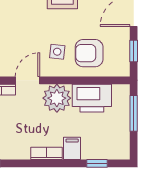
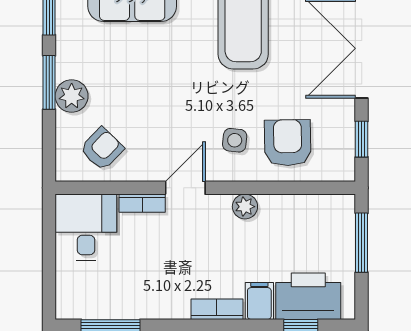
armchair: (89, 53) -> (288, 143), turned 89
plant: (57, 98) -> (245, 207), width x0.53, depth x0.53
printer: (92, 98) -> (308, 296), moved, turned 180

